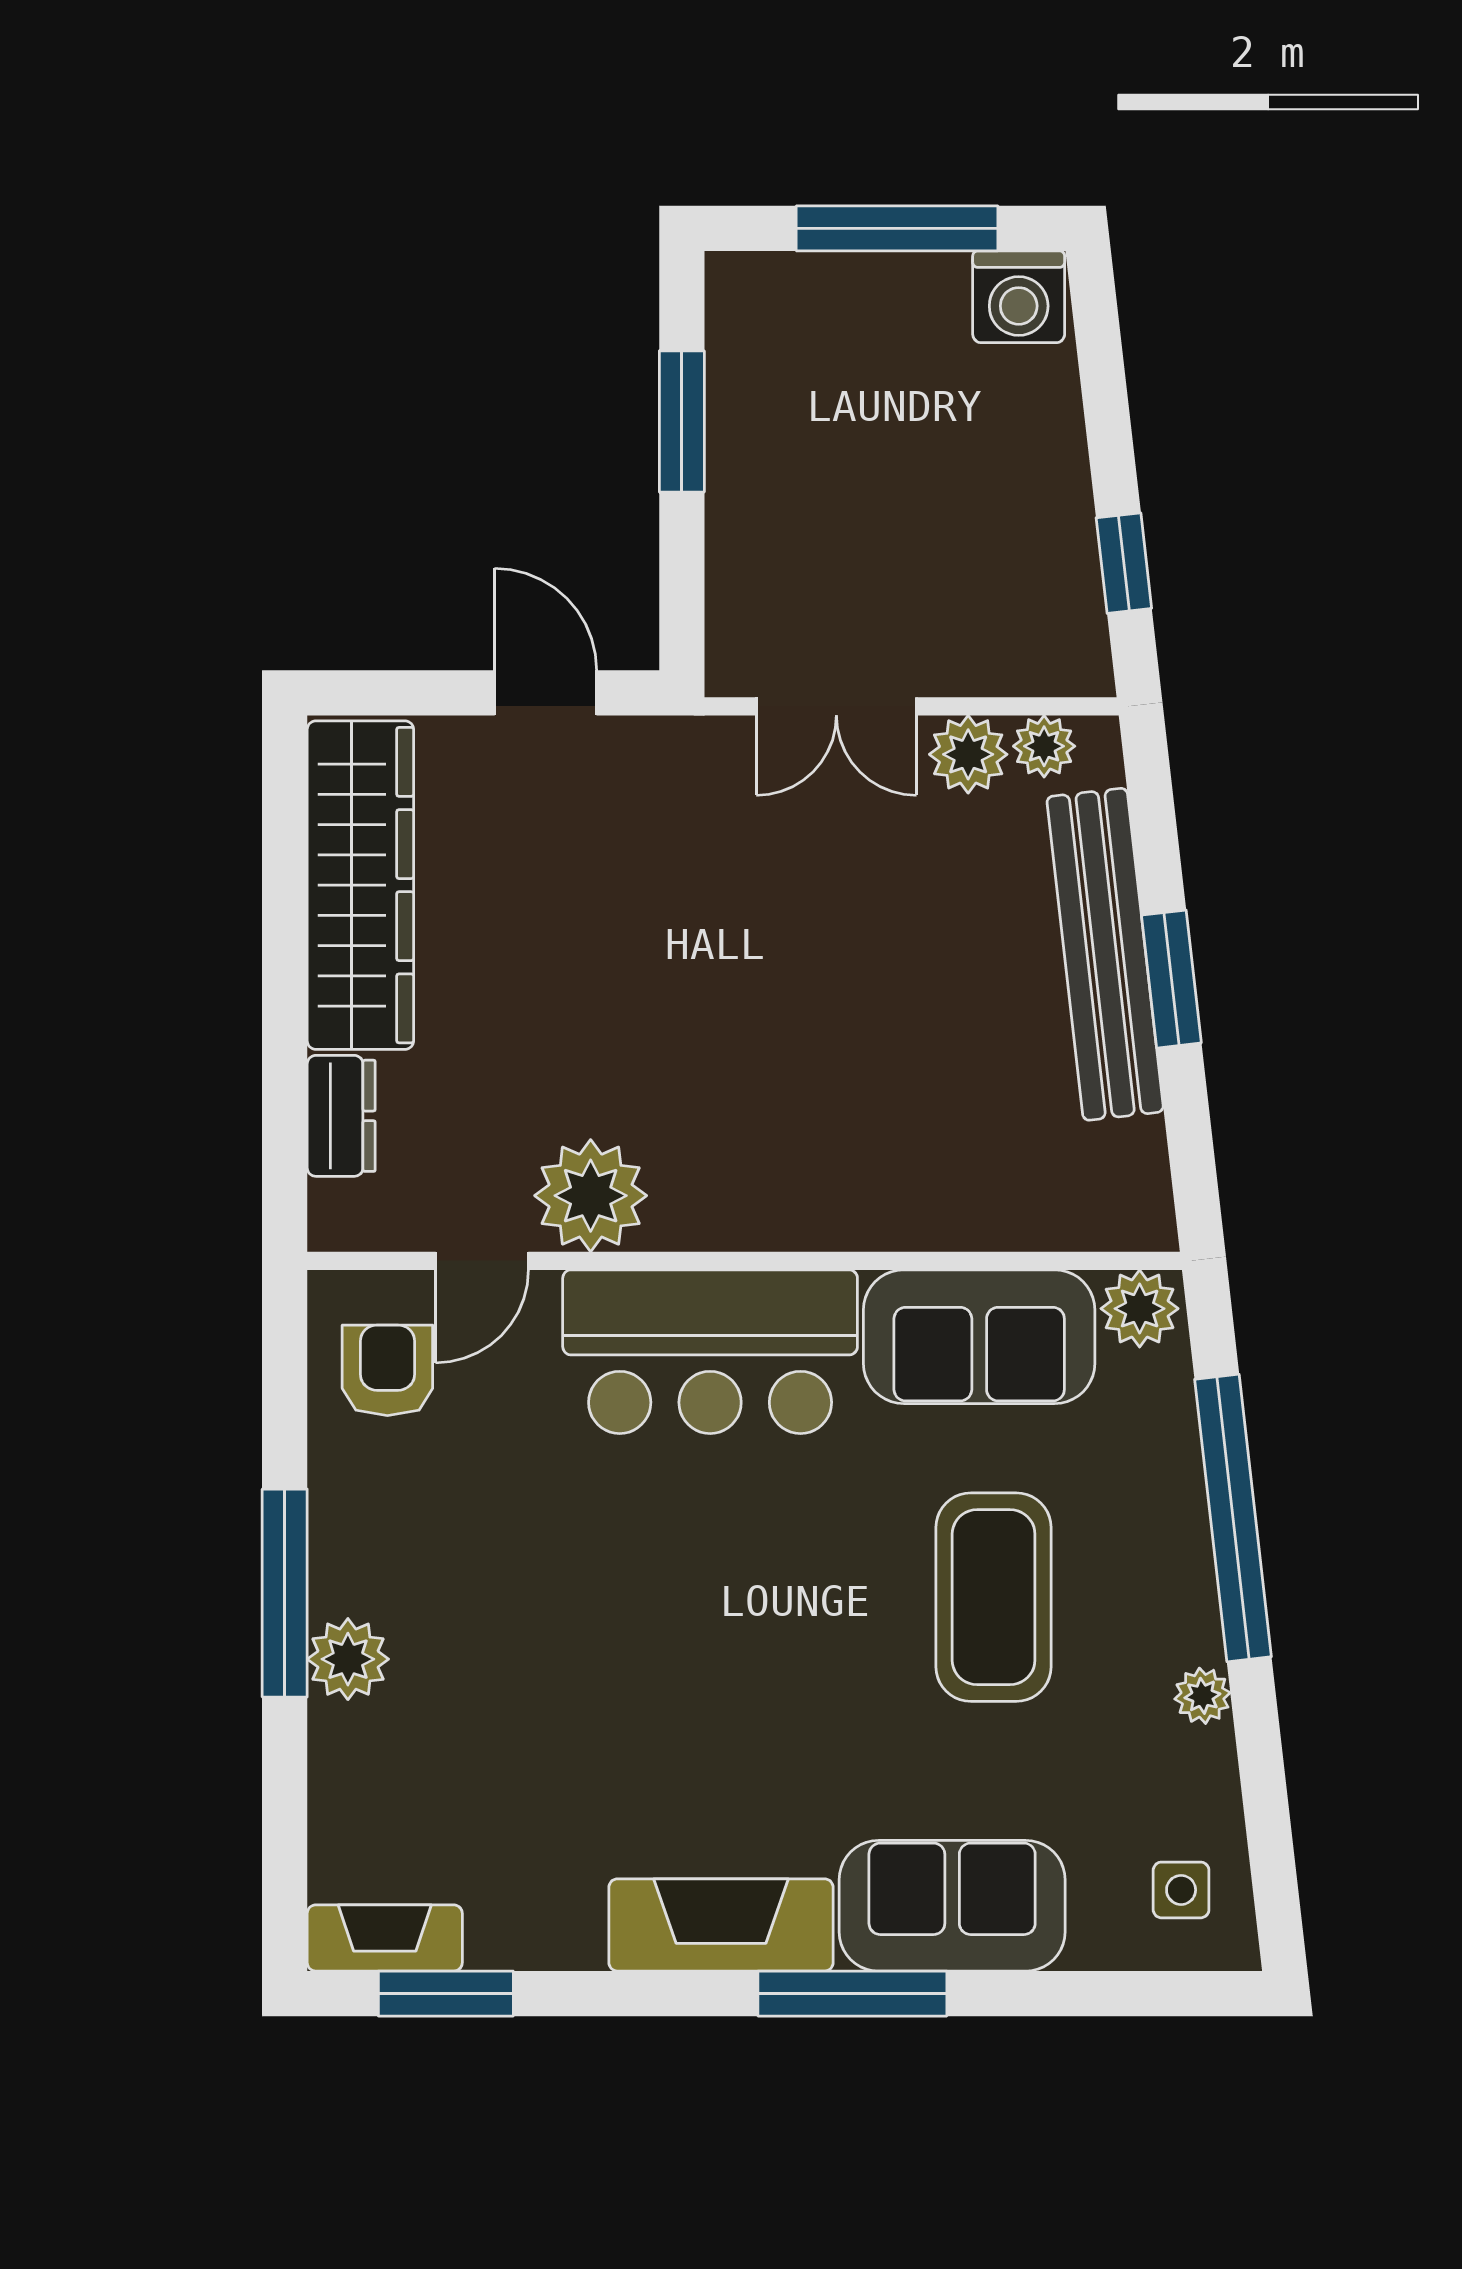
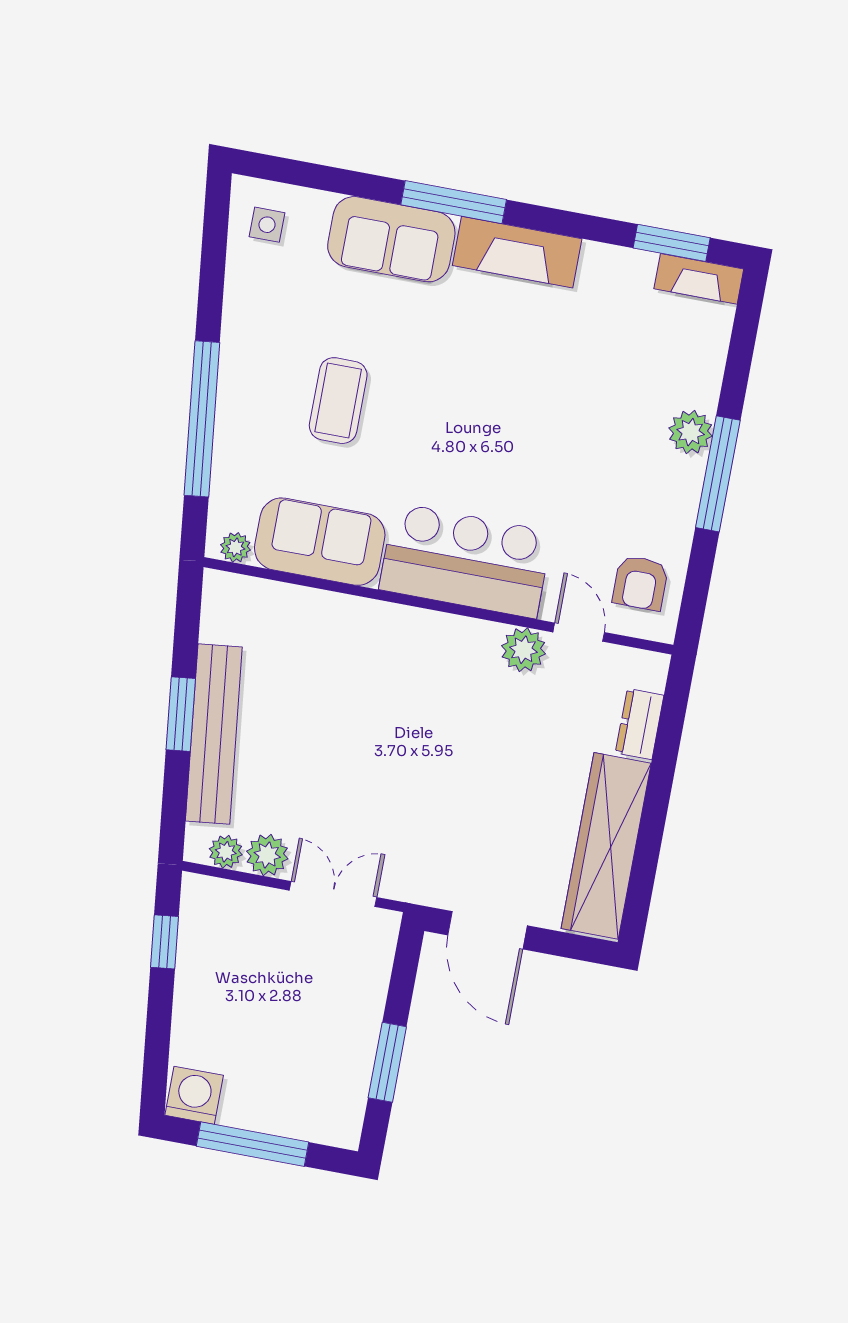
door: (546, 693) -> (488, 930), width x1.38
plant: (591, 1196) -> (523, 650), width x0.73, depth x0.73
door: (482, 1261) -> (579, 632), hinge flipped
plant: (1140, 1309) -> (235, 547), width x0.73, depth x0.73
coffee table: (994, 1597) -> (338, 401), width x0.73, depth x0.76
plant: (1202, 1696) -> (236, 327), removed

